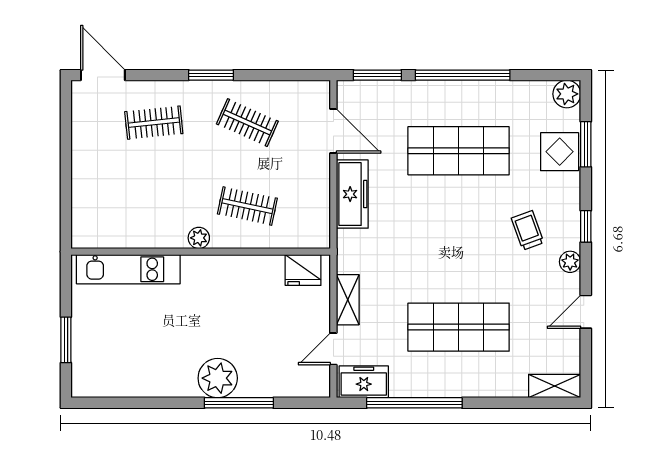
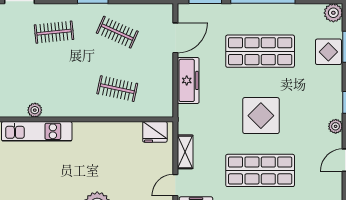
door: (333, 131) -> (175, 38), hinge flipped
trolley: (528, 230) -> (307, 105), removed
plant: (199, 238) -> (35, 110), moved
display table: (460, 246) -> (261, 116), added

